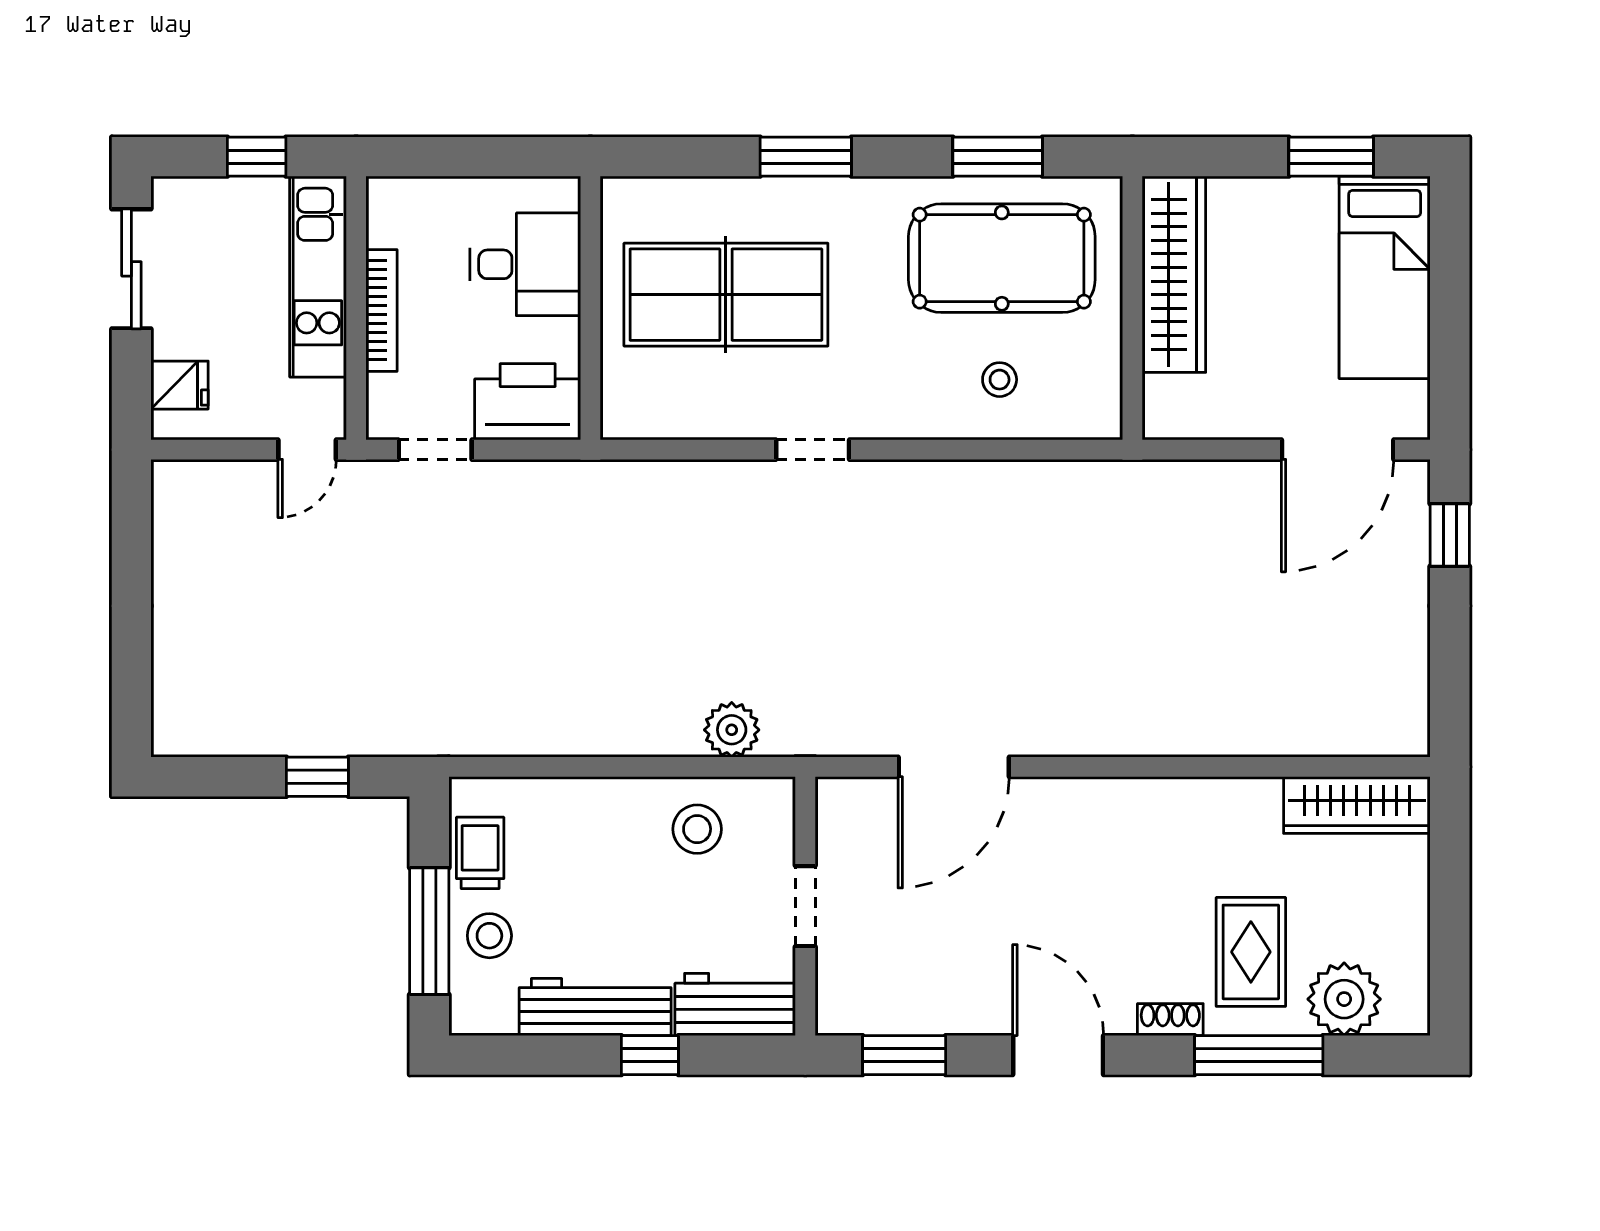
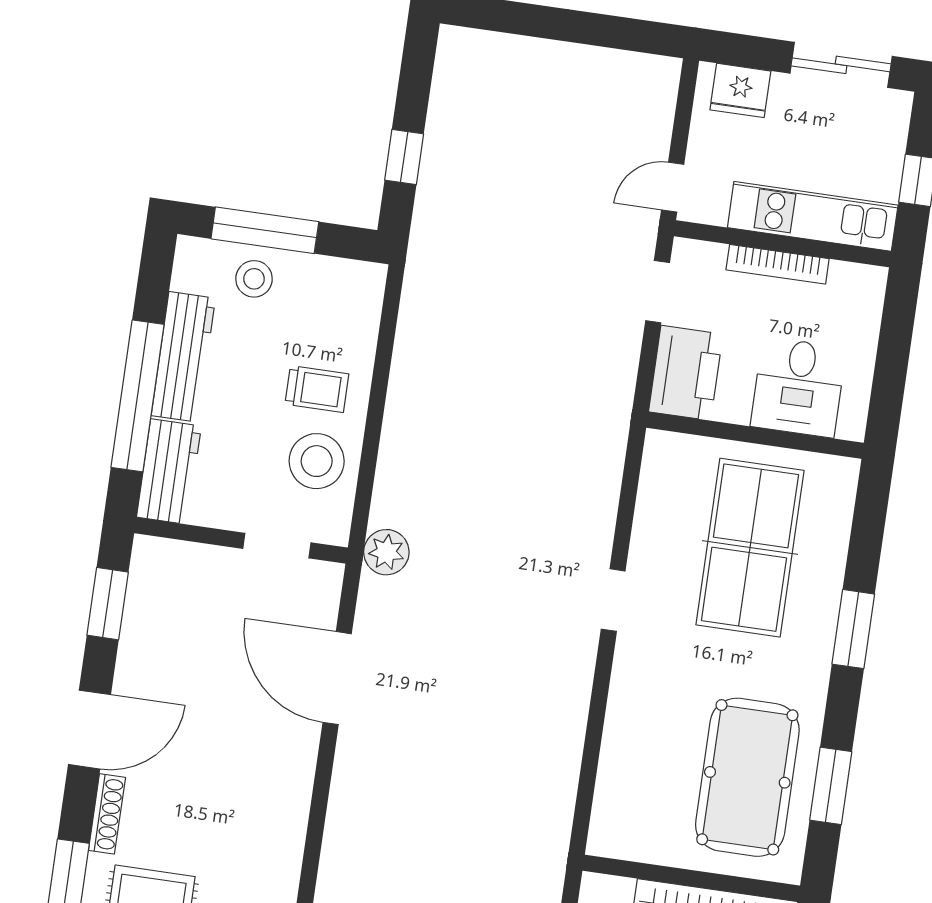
stool: (1000, 380) -> (648, 761), removed
fridge: (180, 385) -> (740, 90), width x1.38
door: (307, 450) -> (673, 187), hinge flipped
plant: (732, 730) -> (386, 552), moved
stool: (697, 829) -> (317, 461), width x1.38, depth x1.38
trolley: (480, 853) -> (317, 389), moved
doorway: (805, 906) -> (277, 546), moved
shoe rack: (1170, 1020) -> (107, 814), width x1.43
window: (650, 1055) -> (138, 396), width x3.17

